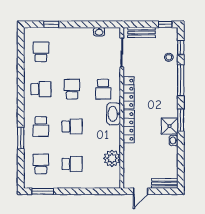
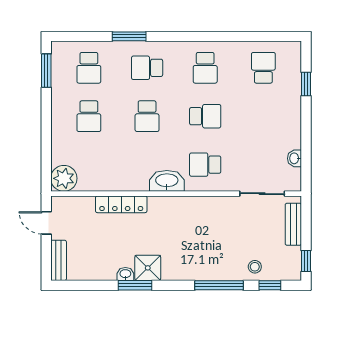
school desk: (41, 52) -> (263, 68), turned -90
locker: (129, 93) -> (199, 204), removed
window: (181, 120) -> (135, 285), moved
locker: (129, 126) -> (121, 204), moved
plant: (112, 158) -> (64, 178), moved
school desk: (41, 164) -> (89, 68), turned 90

